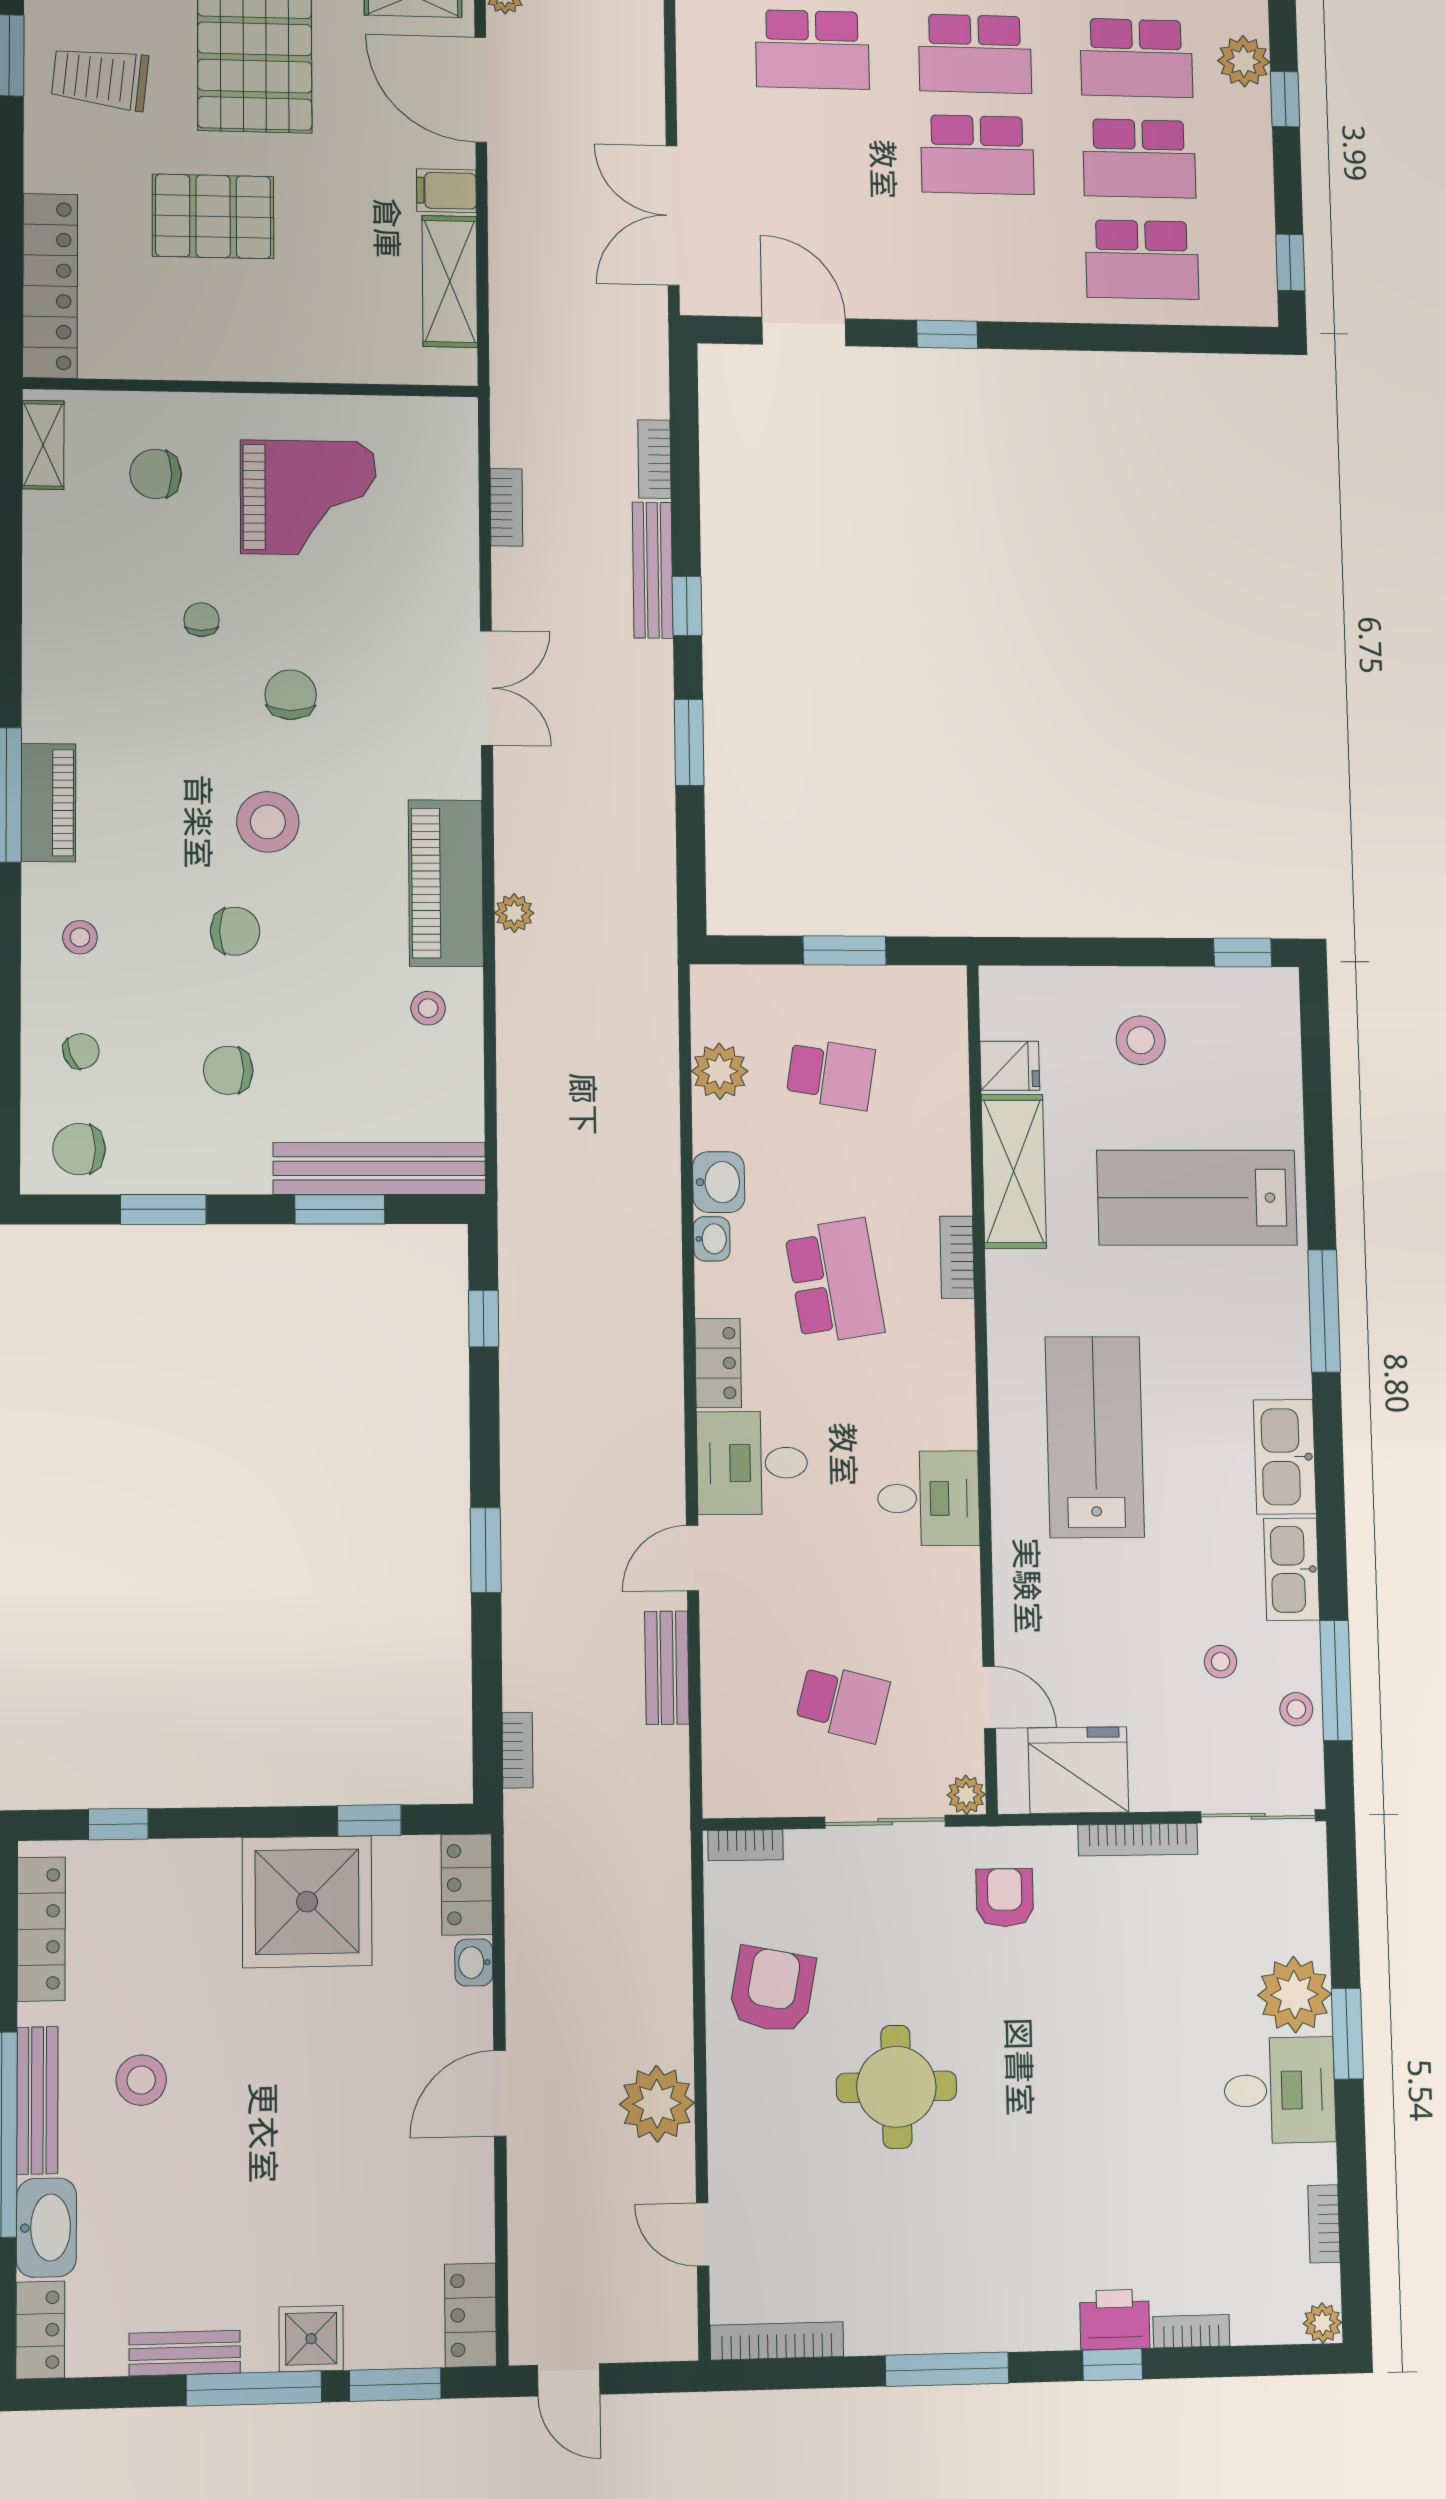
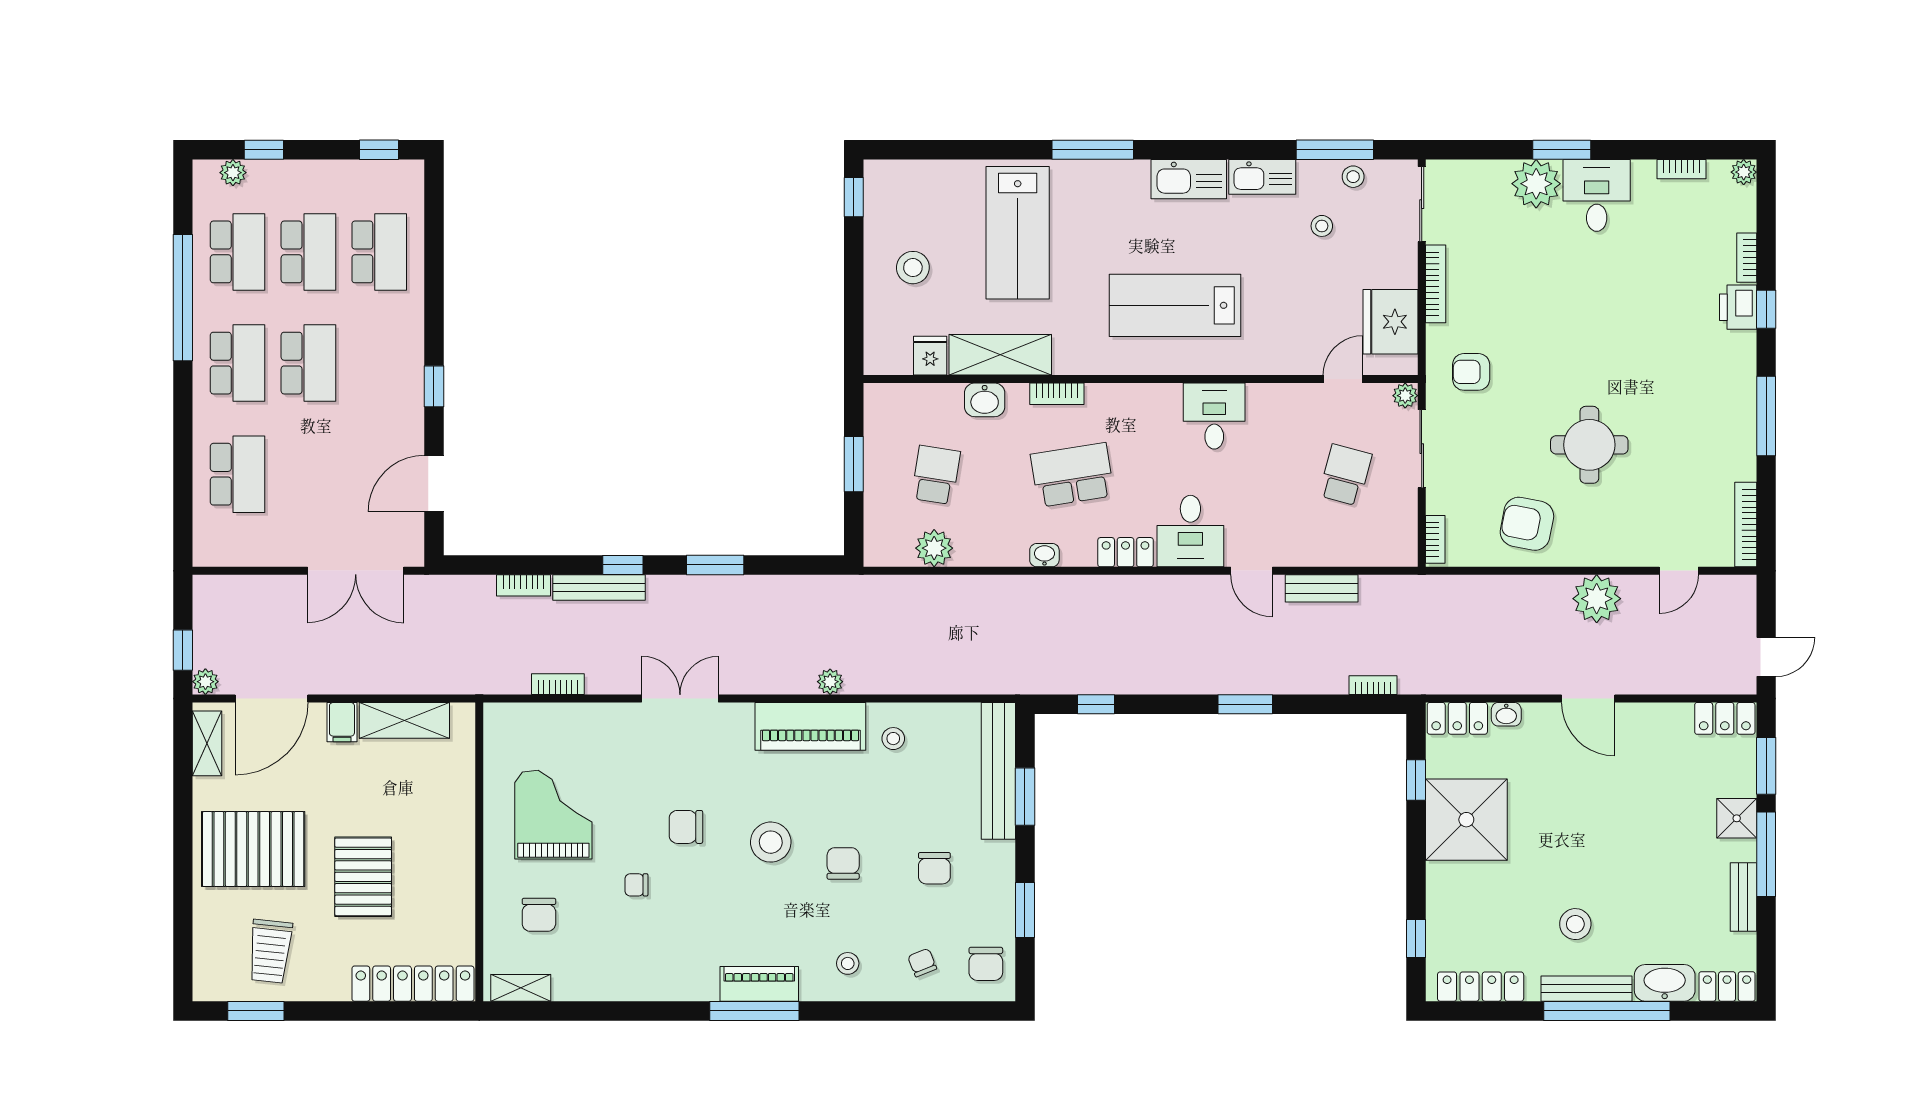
plant: (1244, 61) -> (233, 173), width x0.73, depth x0.73
washbasin: (719, 1182) -> (985, 400), moved, turned 180

